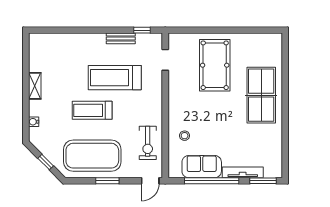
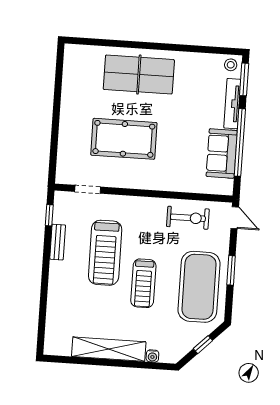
pool table: (215, 65) -> (124, 139), moved
shelving: (35, 86) -> (109, 349), width x2.20, depth x1.33
stool: (185, 136) -> (231, 65), moved

